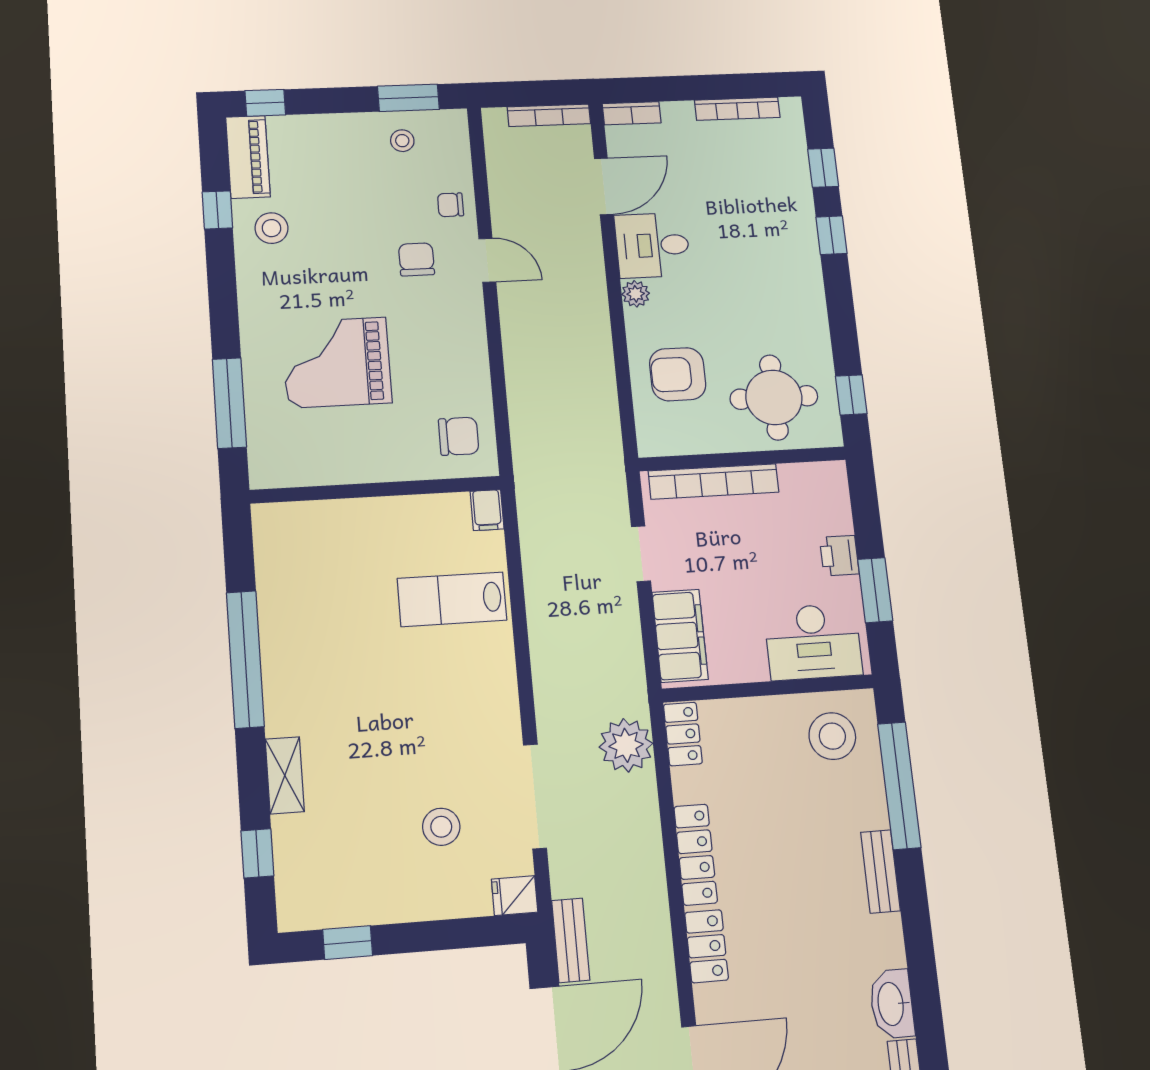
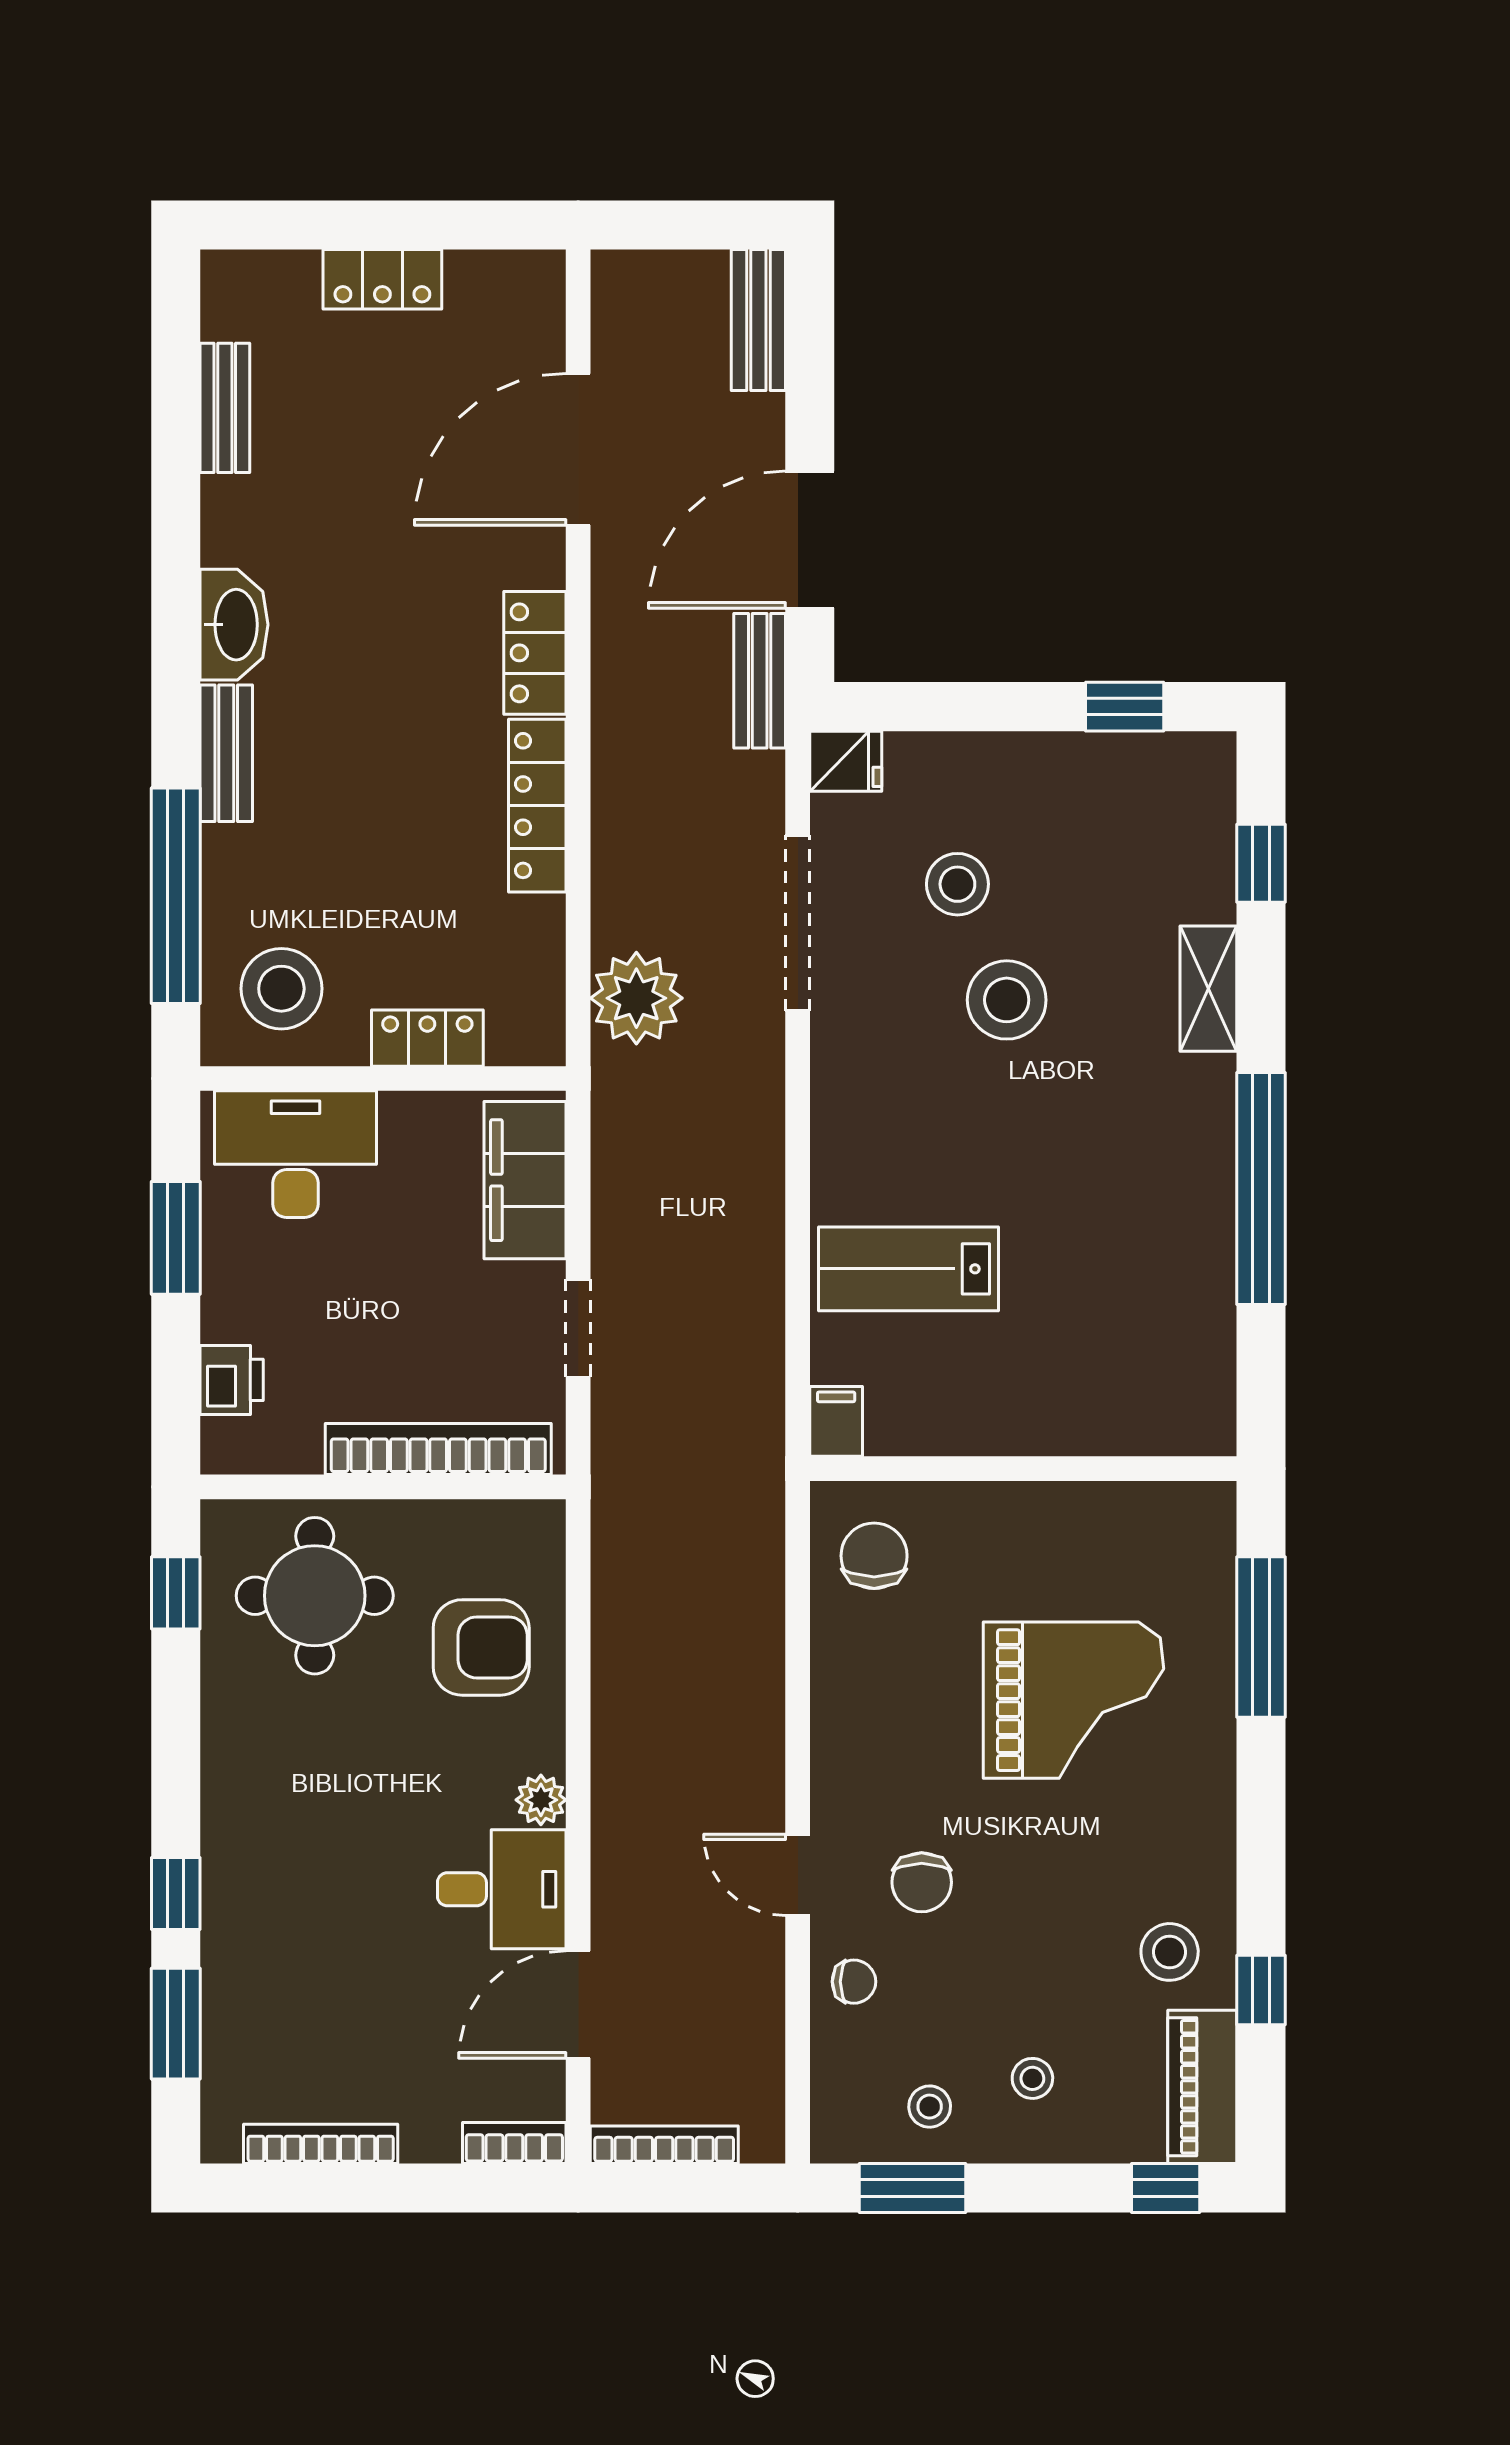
stool: (345, 158) -> (1032, 2078), added
window: (823, 168) -> (176, 2024), width x1.50
chair: (459, 436) -> (874, 1556), turned 90
printer: (839, 556) -> (232, 1380), moved
lab bench: (452, 599) -> (908, 1269), turned 180
locker: (683, 734) -> (427, 1038), moved, turned 90
stool: (406, 760) -> (1007, 1000), added
washbasin: (892, 1004) -> (234, 625), moved

